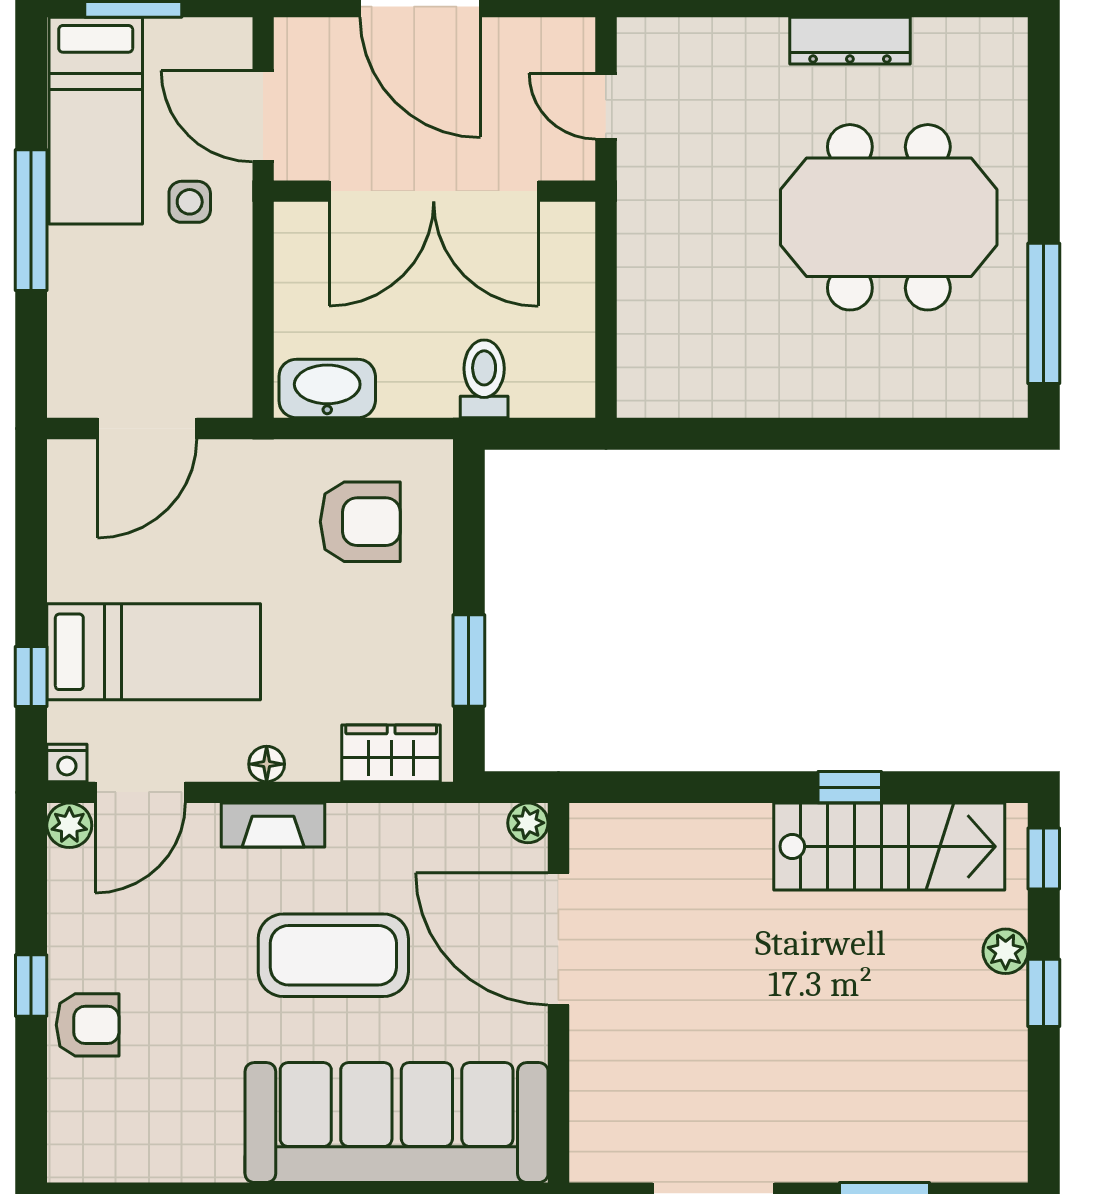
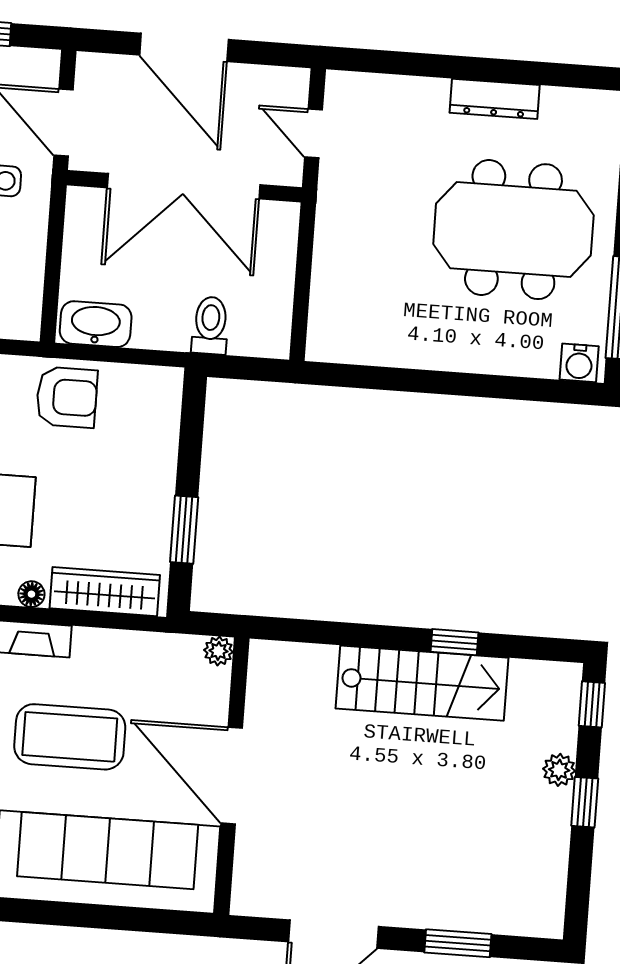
water cooler: (992, 393) -> (579, 363), added
armchair: (360, 522) -> (67, 397), moved
wardrobe: (391, 753) -> (105, 592), width x1.50
stairs: (889, 846) -> (422, 683), moved
door: (558, 939) -> (232, 776), moved

